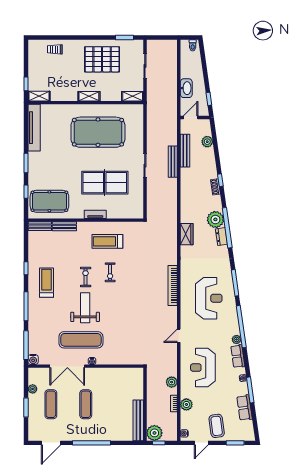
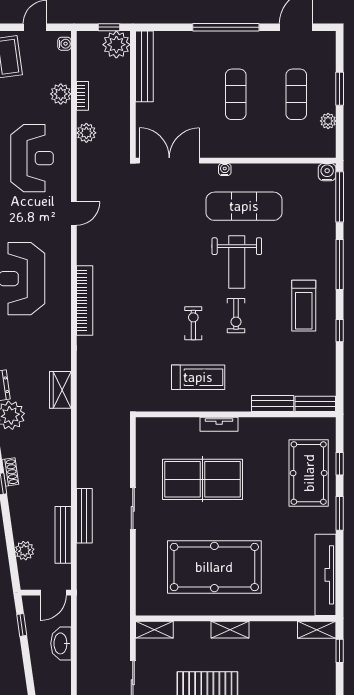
pool table: (49, 201) -> (309, 473), moved, turned 90
double door: (67, 366) -> (169, 161), moved

